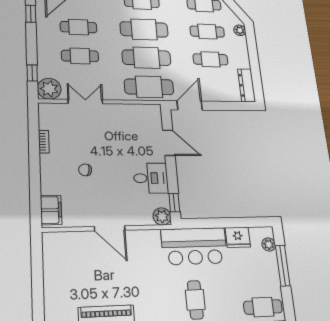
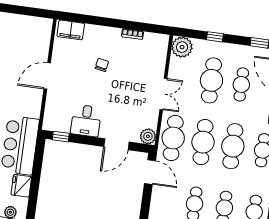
cafe table: (80, 56) -> (211, 80), width x1.37, depth x1.35
window: (32, 73) -> (215, 37), moved
double door: (85, 102) -> (163, 94), moved
plant: (162, 216) -> (148, 136), moved

